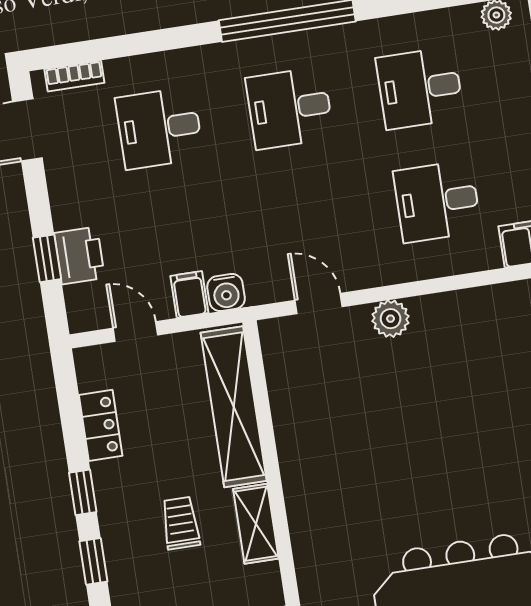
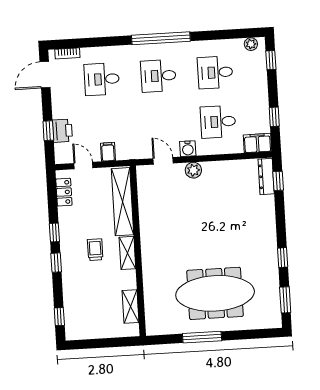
water cooler: (226, 292) -> (188, 149), moved
locker: (101, 425) -> (64, 192), moved

